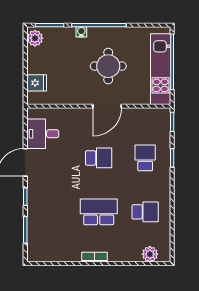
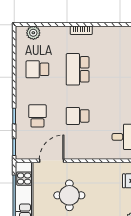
door: (107, 106) -> (52, 161), moved
school desk: (145, 158) -> (37, 116), turned 180
school desk: (99, 212) -> (78, 69), turned 90

